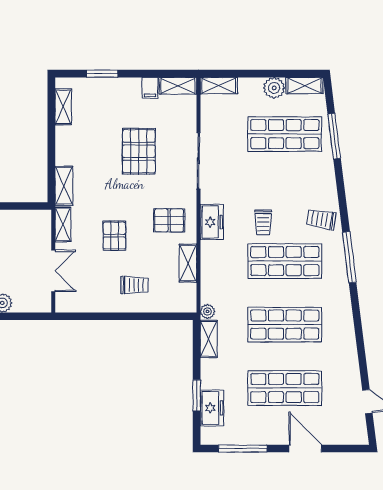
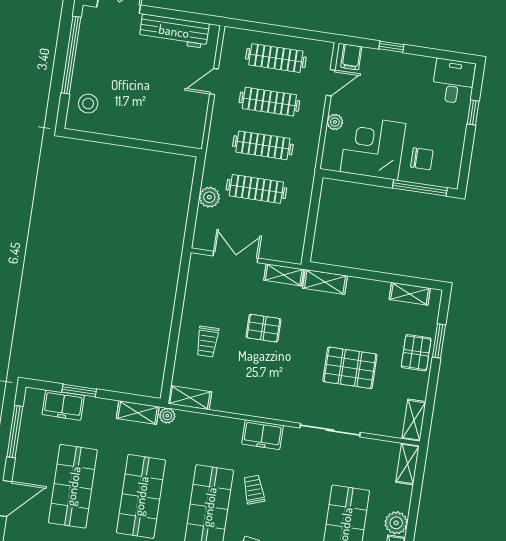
filing cabinet: (150, 88) -> (416, 390), removed
pallet: (169, 220) -> (416, 353), moved
trolley: (263, 222) -> (254, 490), turned 71
shelving: (188, 263) -> (190, 398), moved
double door: (53, 271) -> (236, 257), swing flipped

